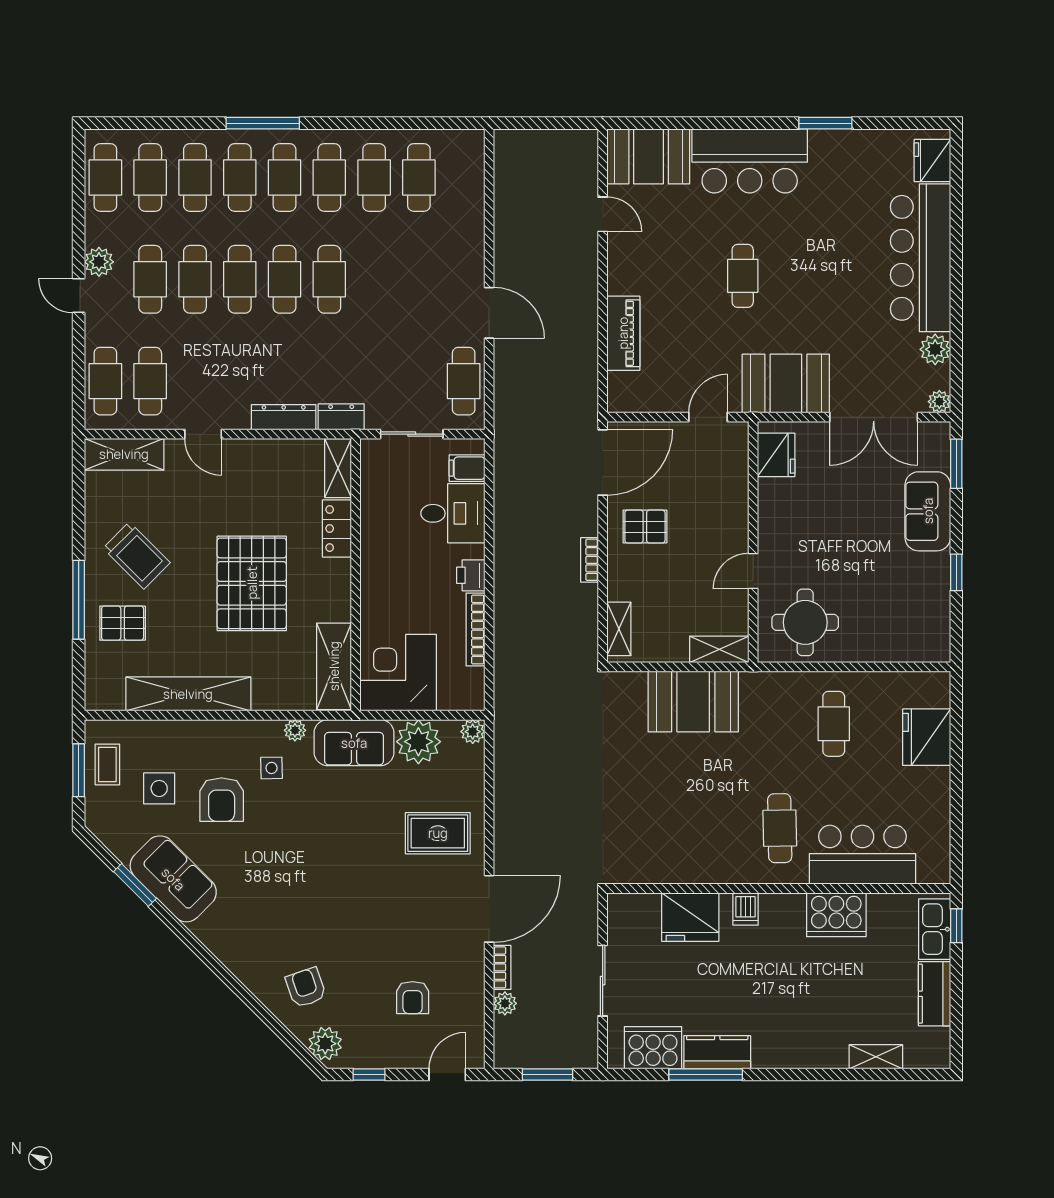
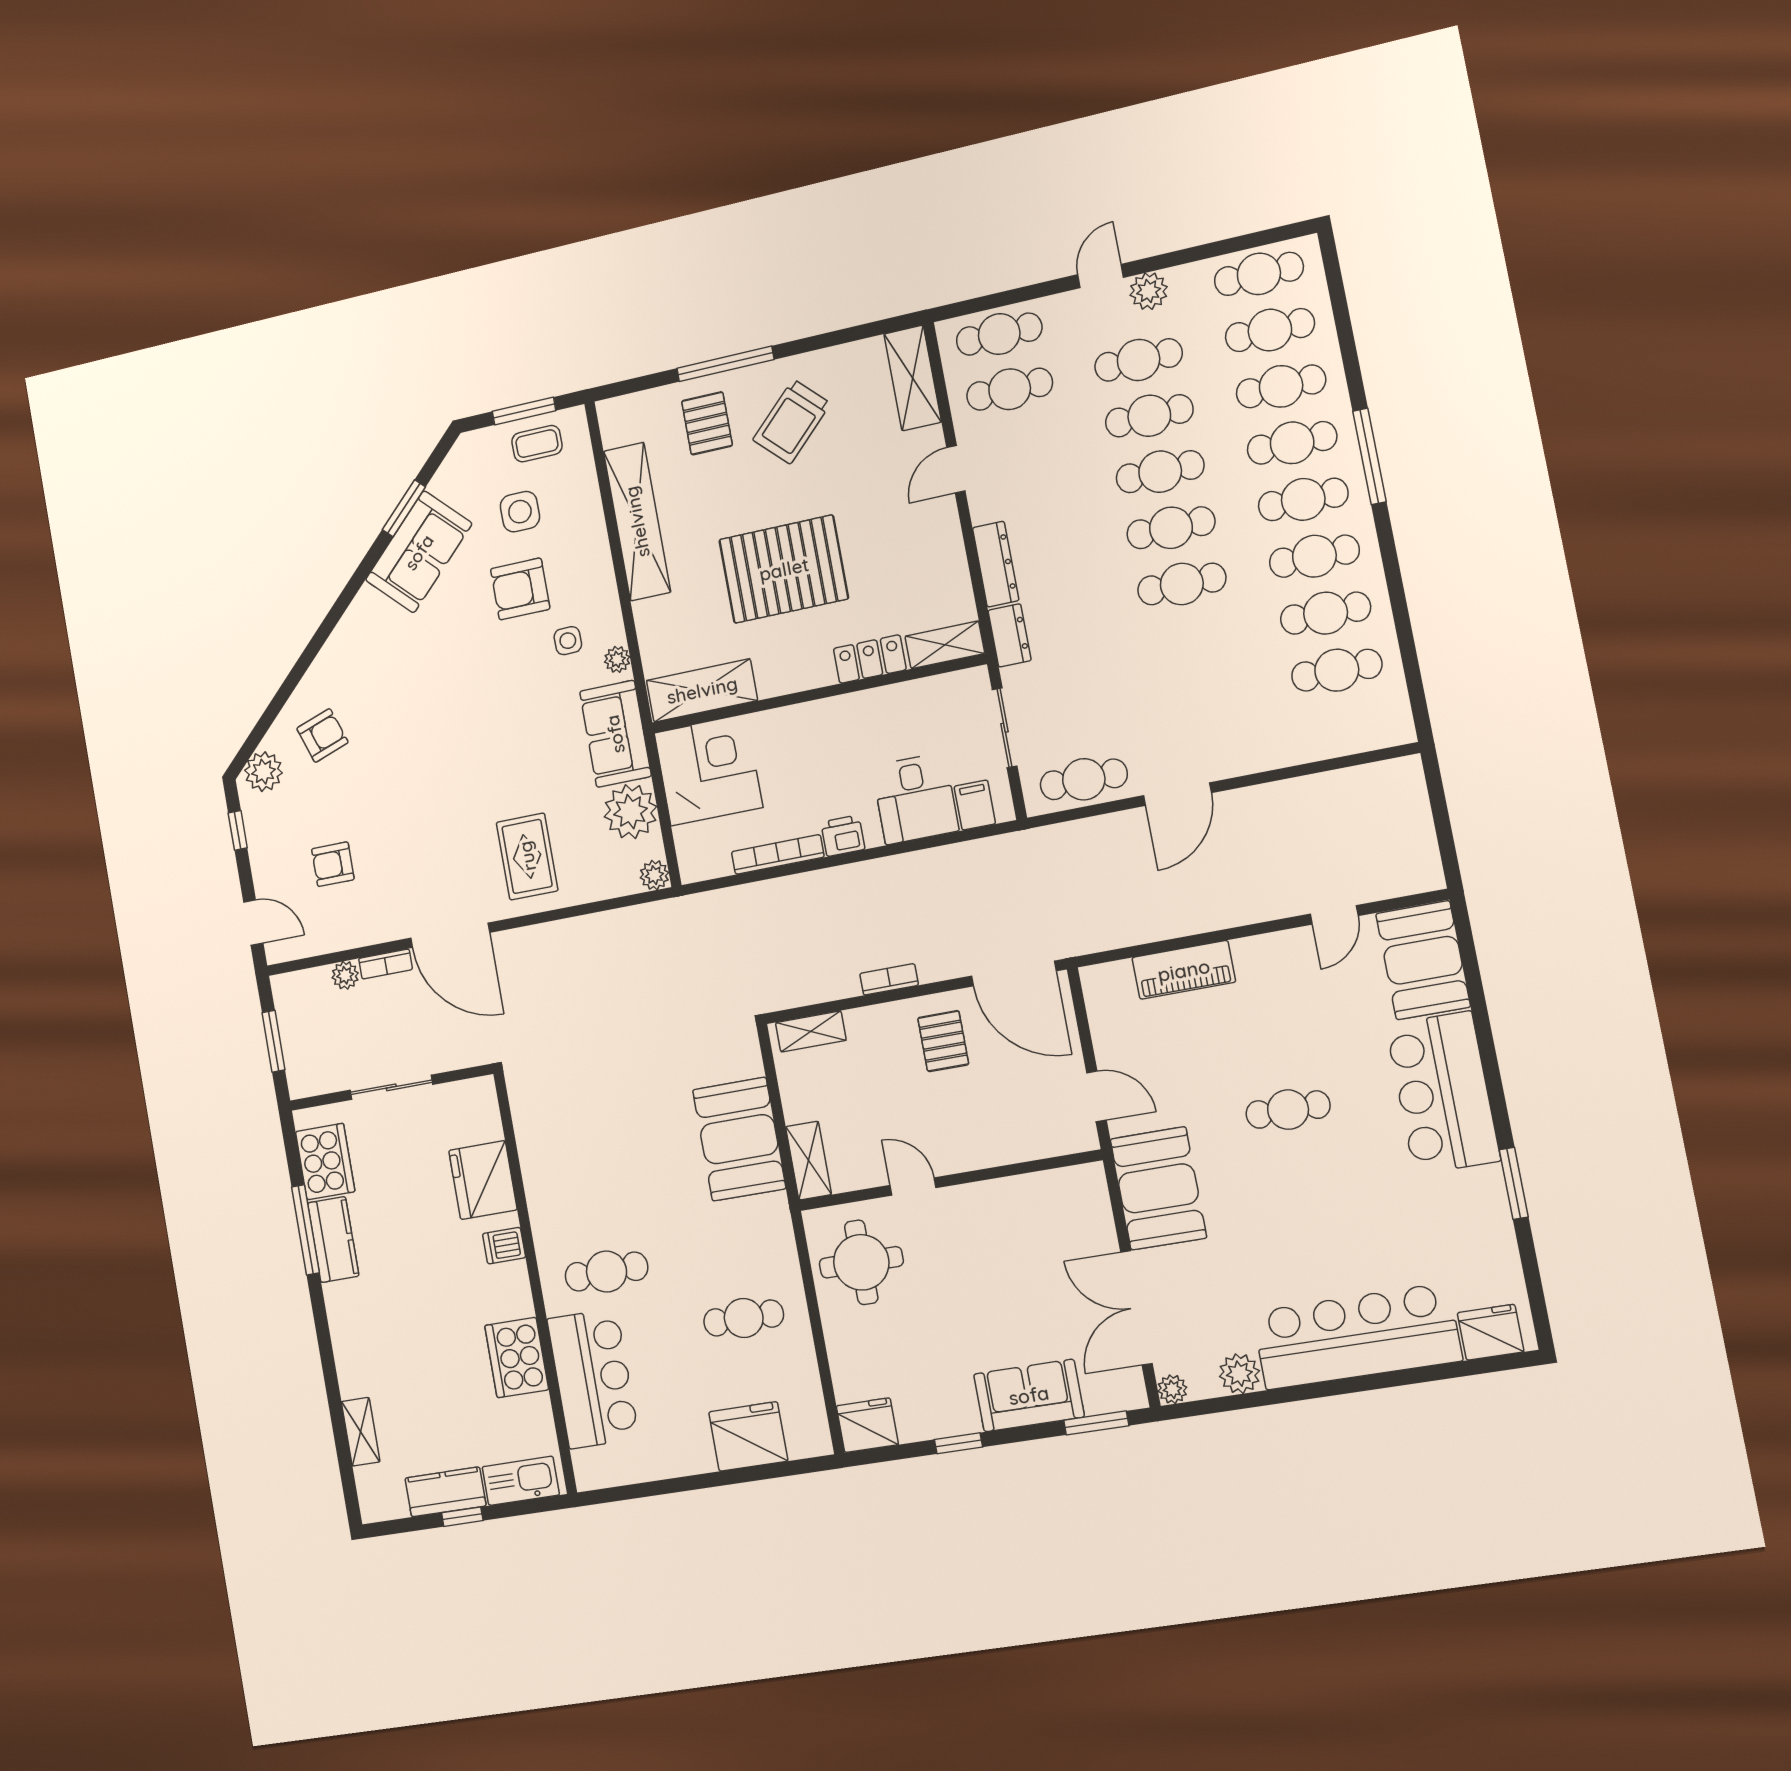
fridge: (776, 455) -> (867, 1425), moved, turned 180
window: (956, 926) -> (462, 1517), moved

